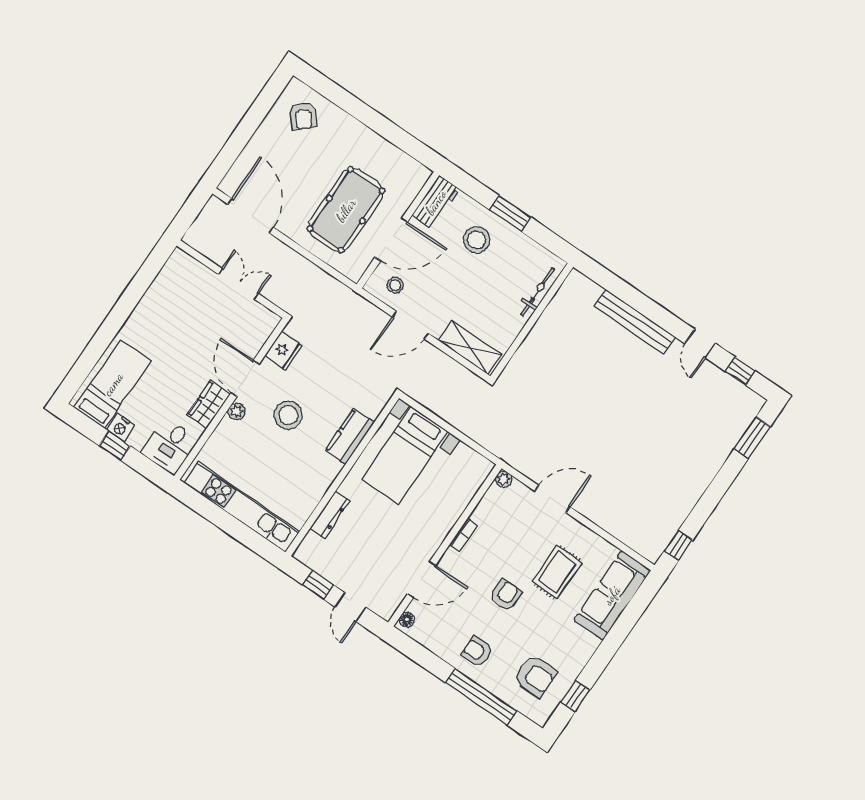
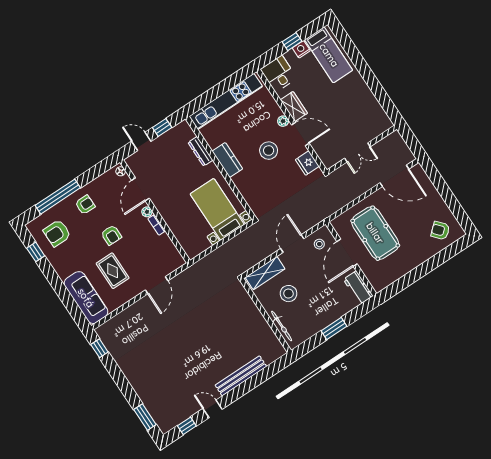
stool: (476, 240) -> (289, 294), moved
kitchen counter: (350, 436) -> (227, 160), moved
plant: (504, 479) -> (147, 212), moved

